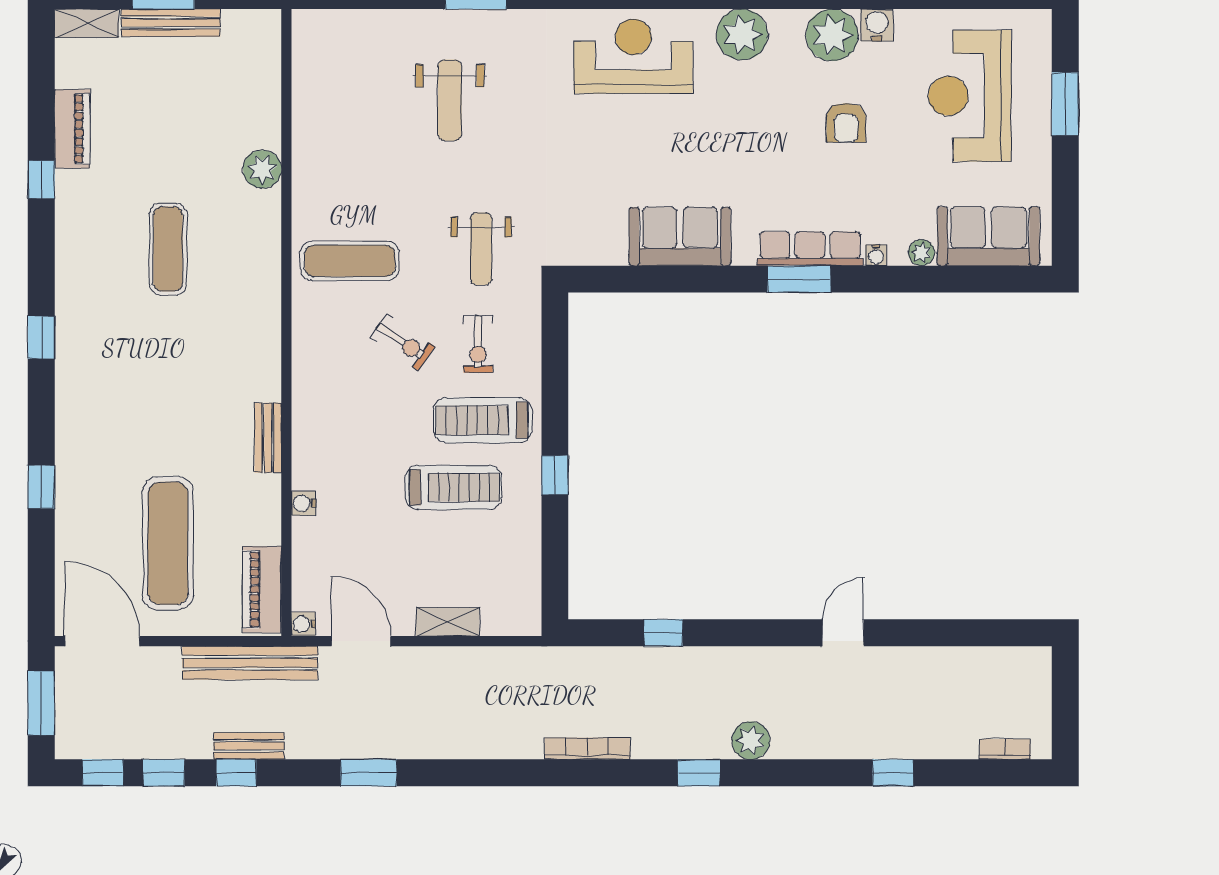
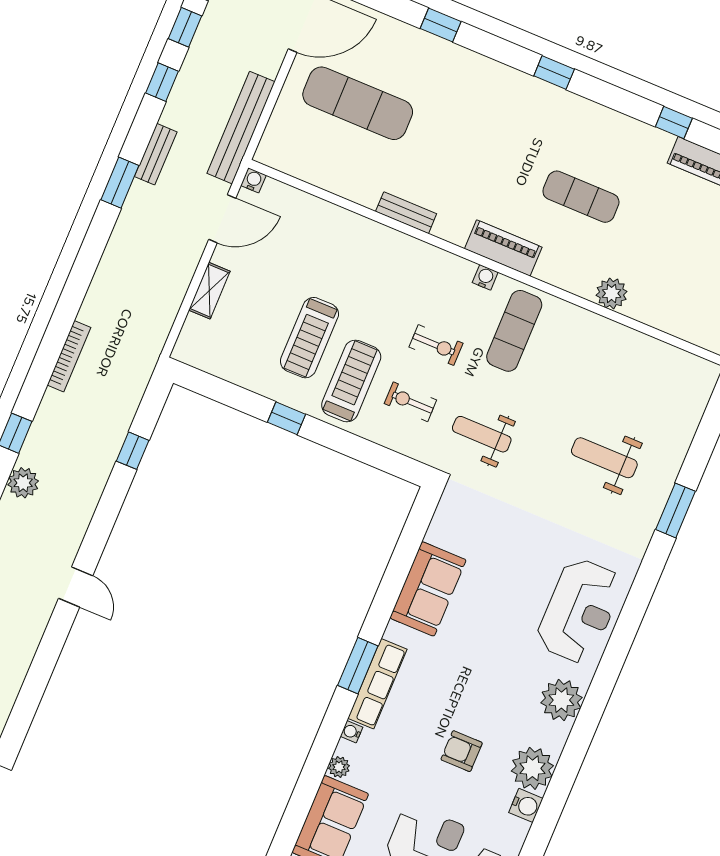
exercise bike: (403, 342) -> (436, 345), turned -125
water cooler: (303, 503) -> (485, 277), moved
piano: (262, 589) -> (503, 248), moved
bench: (249, 746) -> (156, 154), moved

